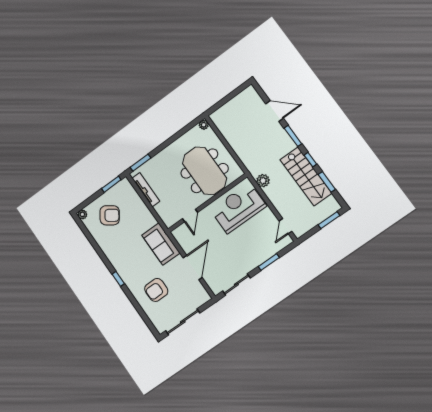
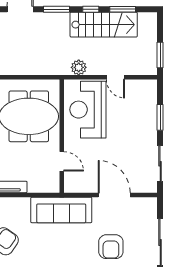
window: (329, 220) -> (160, 55), moved
door: (286, 226) -> (115, 77), moved
sofa: (161, 244) -> (61, 210), width x1.36

